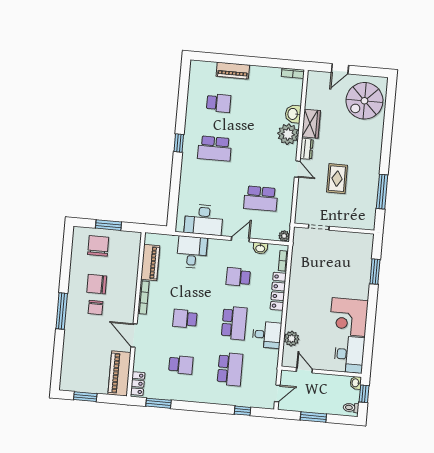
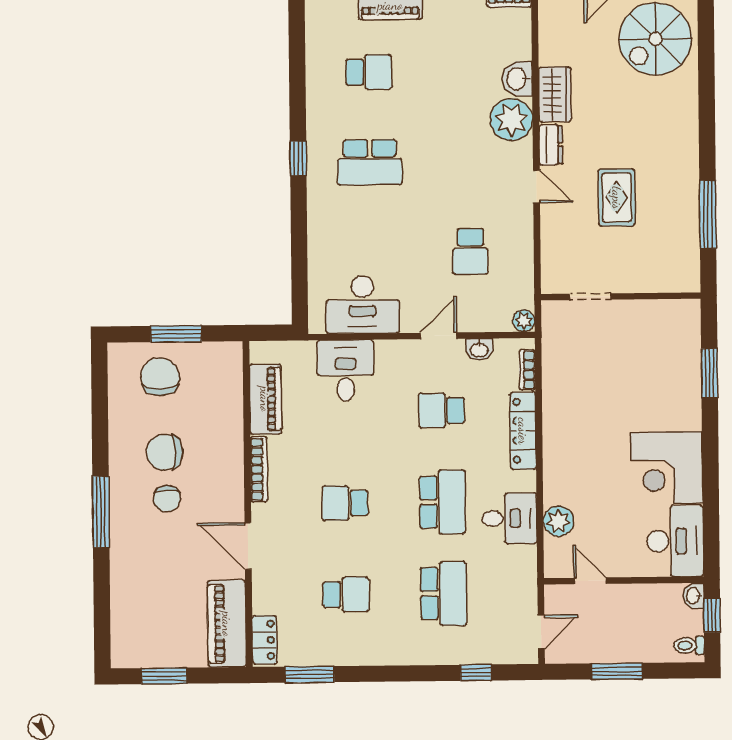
school desk: (261, 198) -> (470, 252), width x0.54

